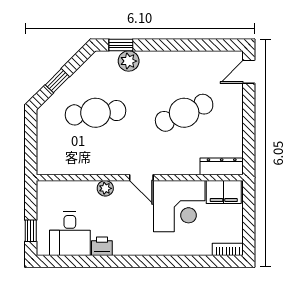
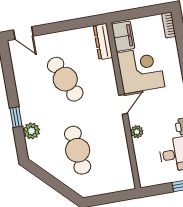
window: (121, 45) -> (16, 117), moved
window: (57, 81) -> (57, 185), removed

